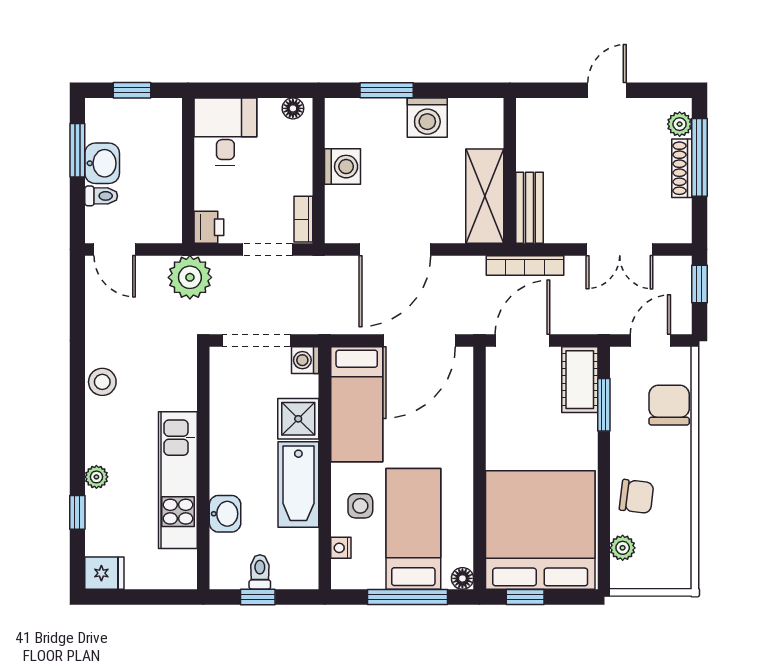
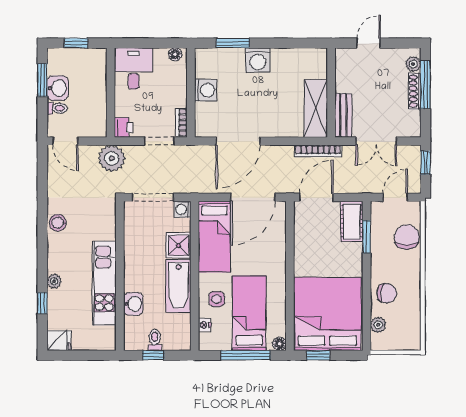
wall: (510, 171) -> (331, 93), moved
shelving: (485, 196) -> (316, 108), moved
bench: (529, 208) -> (343, 116), moved

